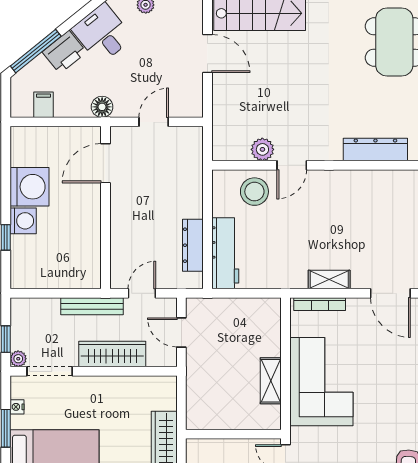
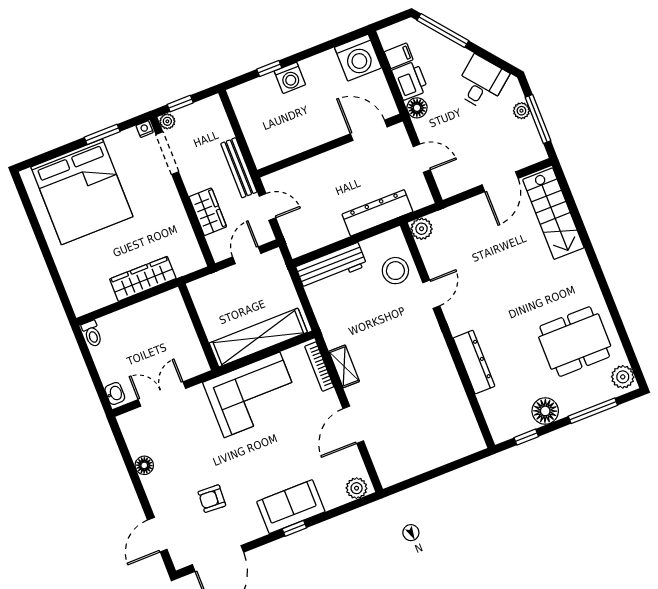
printer: (64, 52) -> (410, 80), moved, turned -141
plant: (262, 149) -> (422, 229), moved
door: (292, 165) -> (431, 294), swing flipped
washing machine: (29, 187) -> (358, 58), moved
dresser: (193, 245) -> (377, 213), moved, width x1.37, depth x1.24
wardrobe: (112, 354) -> (208, 212), width x0.67
shelving: (271, 381) -> (258, 338), width x2.20, depth x1.33
nightstand: (17, 407) -> (145, 129), moved
wall: (233, 434) -> (198, 327), moved

